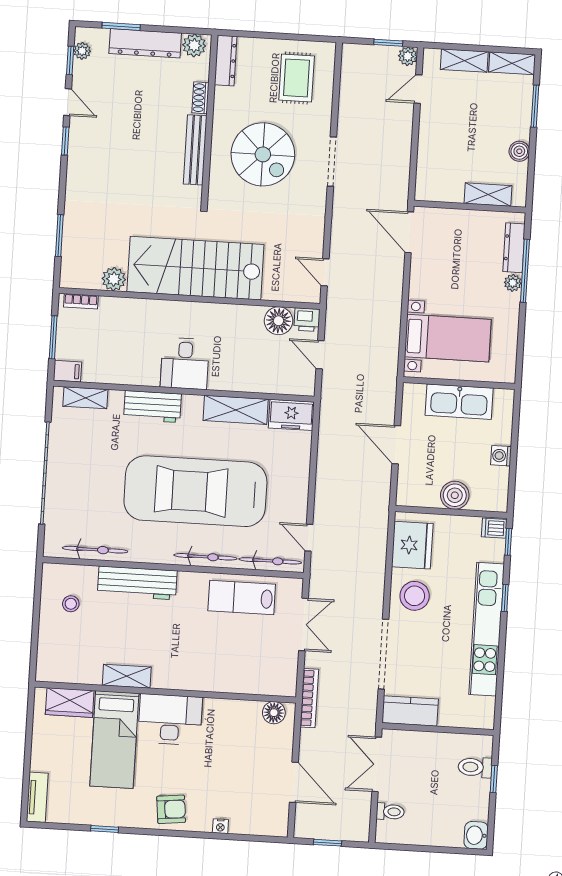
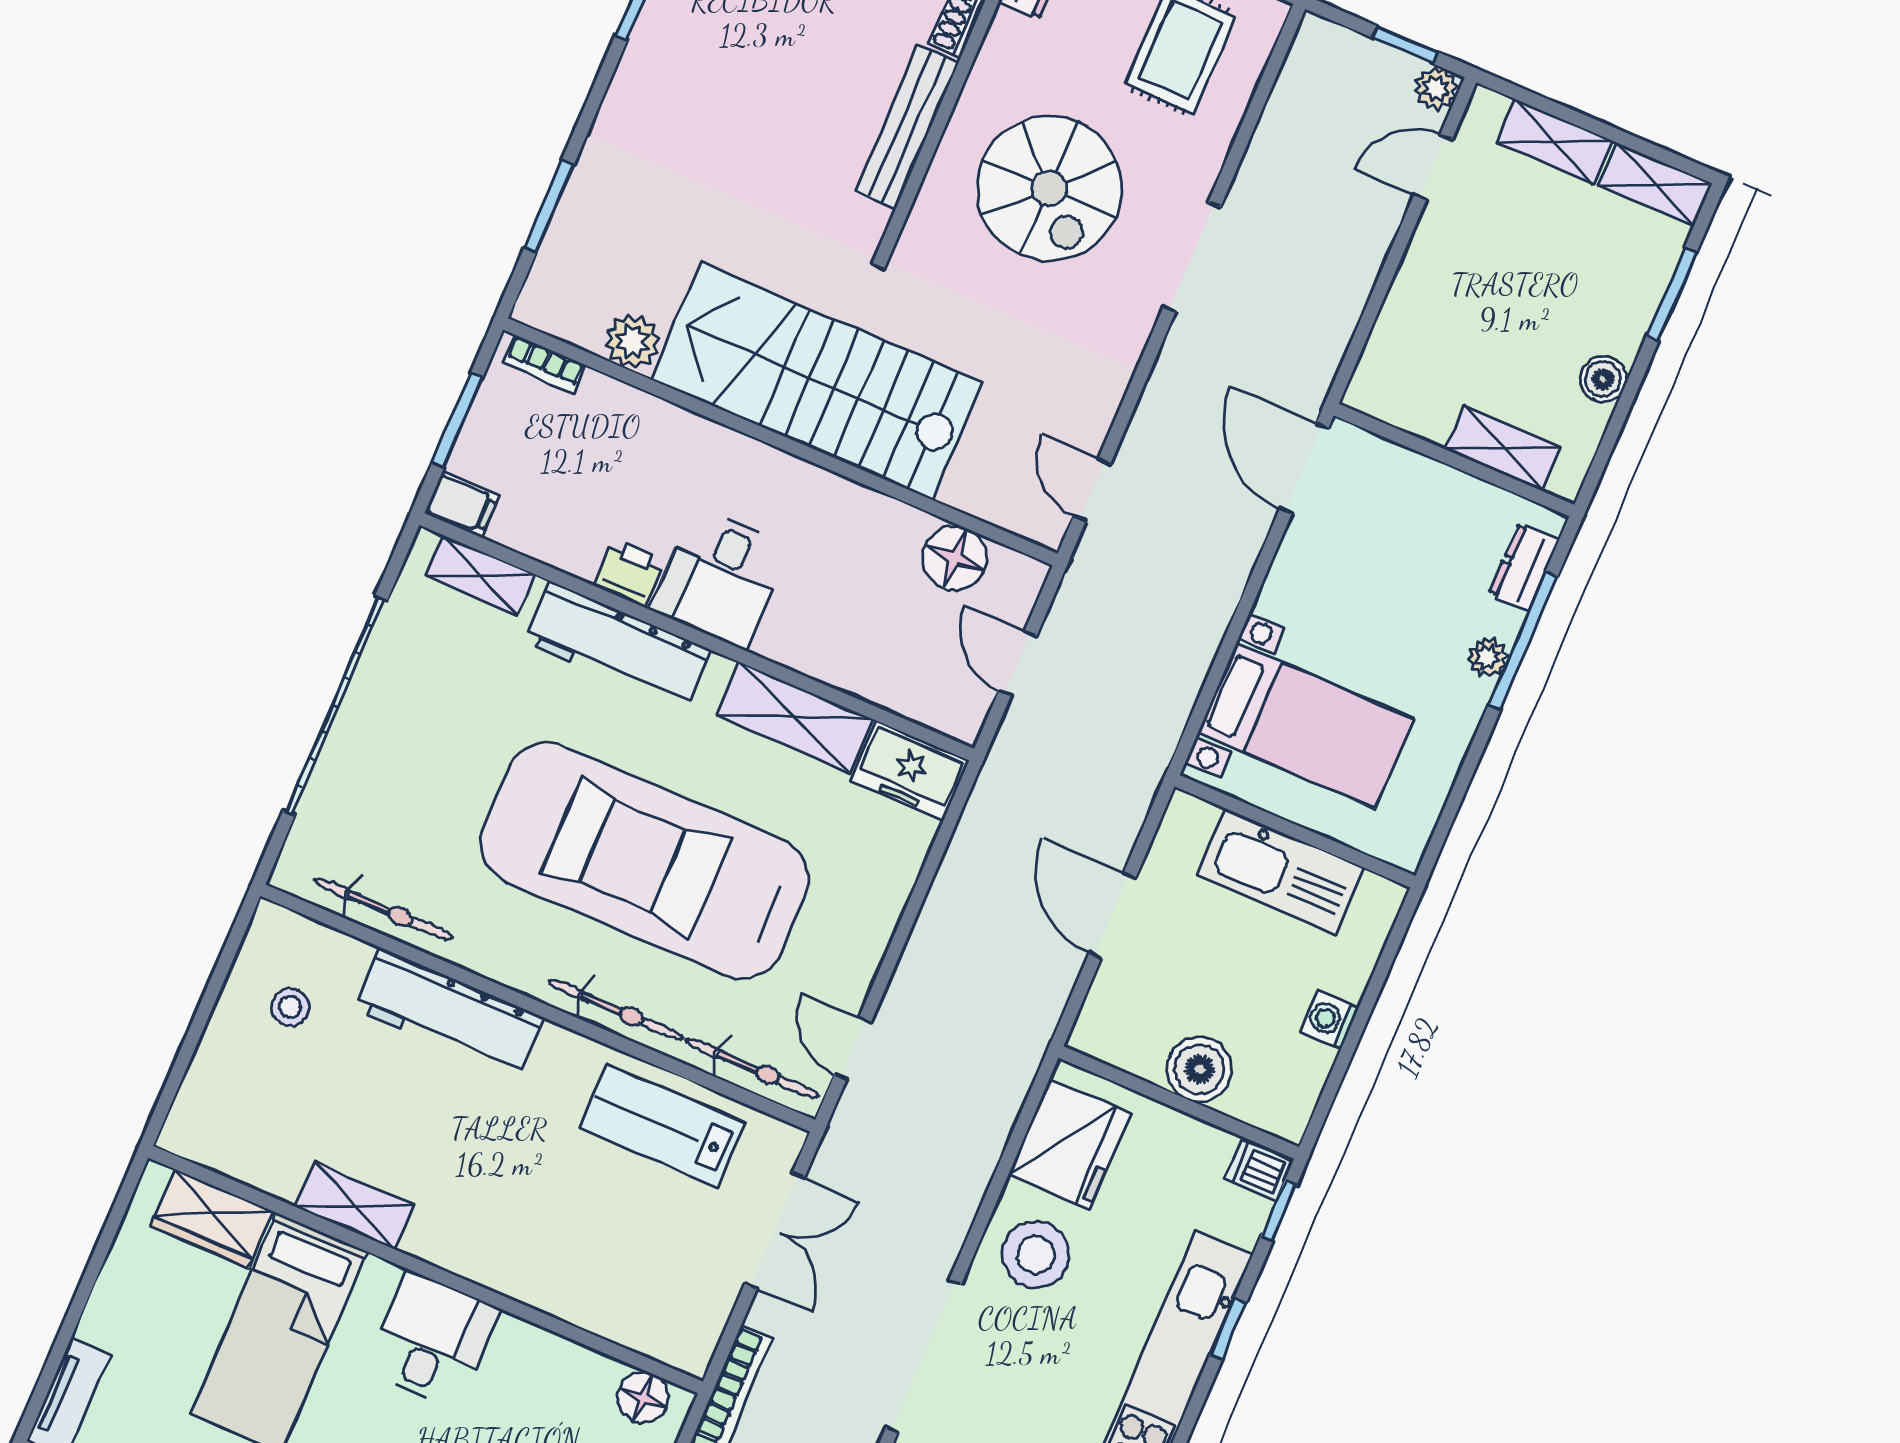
dresser: (514, 248) -> (1524, 567), width x0.70
printer: (307, 320) -> (629, 573), moved, turned 180
workbench: (153, 407) -> (618, 646), width x1.38
desk: (170, 719) -> (432, 1340), width x0.73

